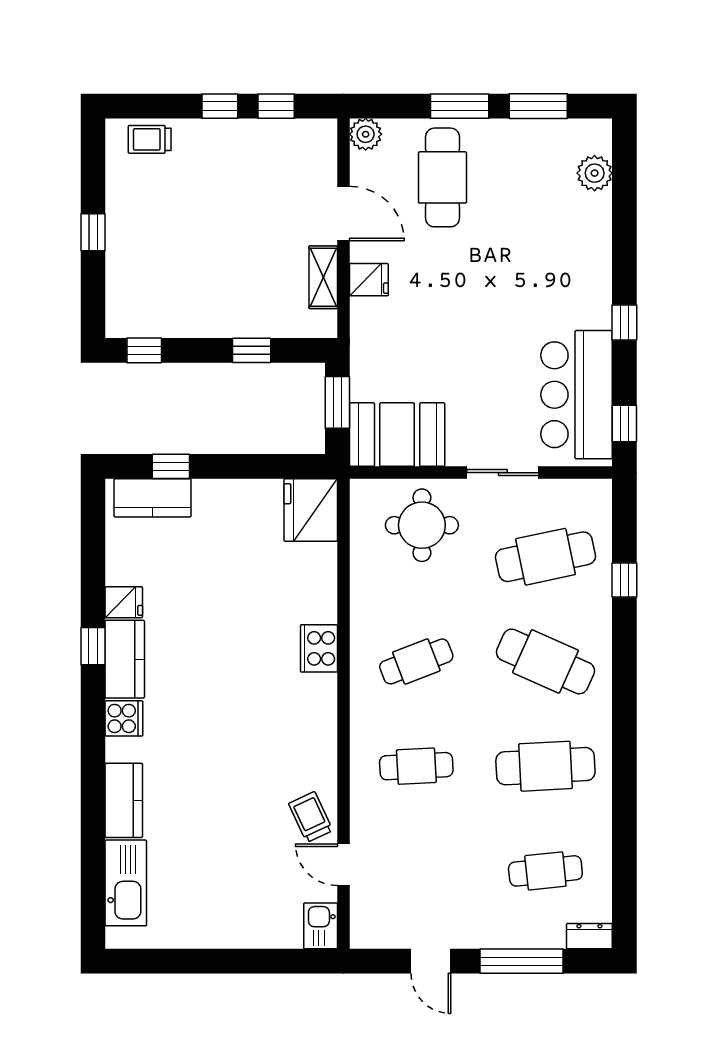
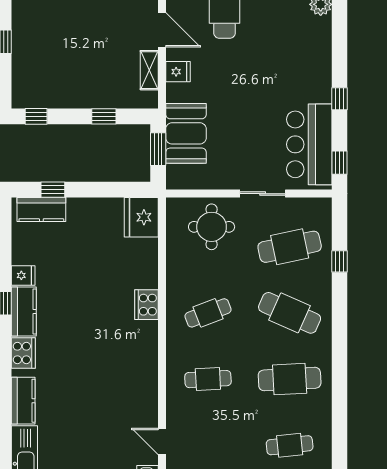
booth: (397, 435) -> (186, 133), moved, turned 90
cooker: (124, 718) -> (23, 353), width x1.36
trolley: (311, 817) -> (141, 411), removed

